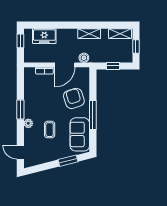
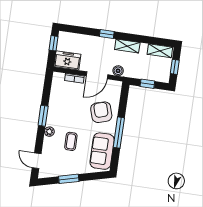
window: (68, 25) -> (107, 34), added
freezer: (44, 36) -> (67, 60), moved, turned 180
window: (68, 161) -> (69, 179), moved

